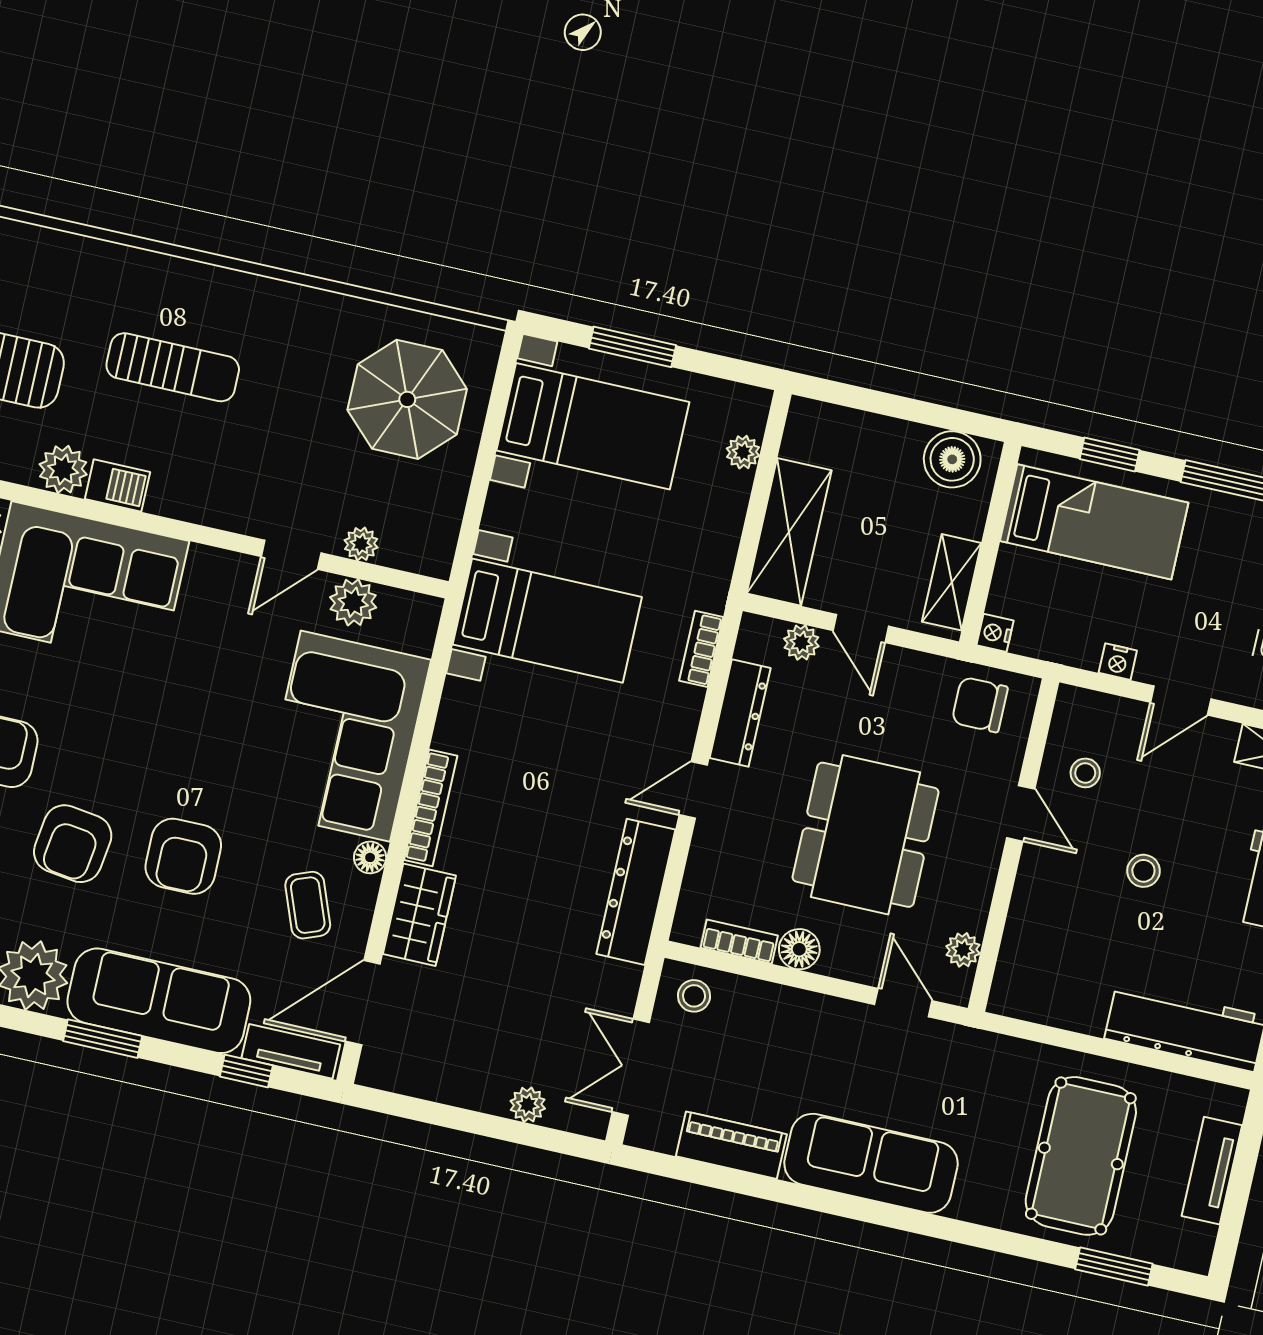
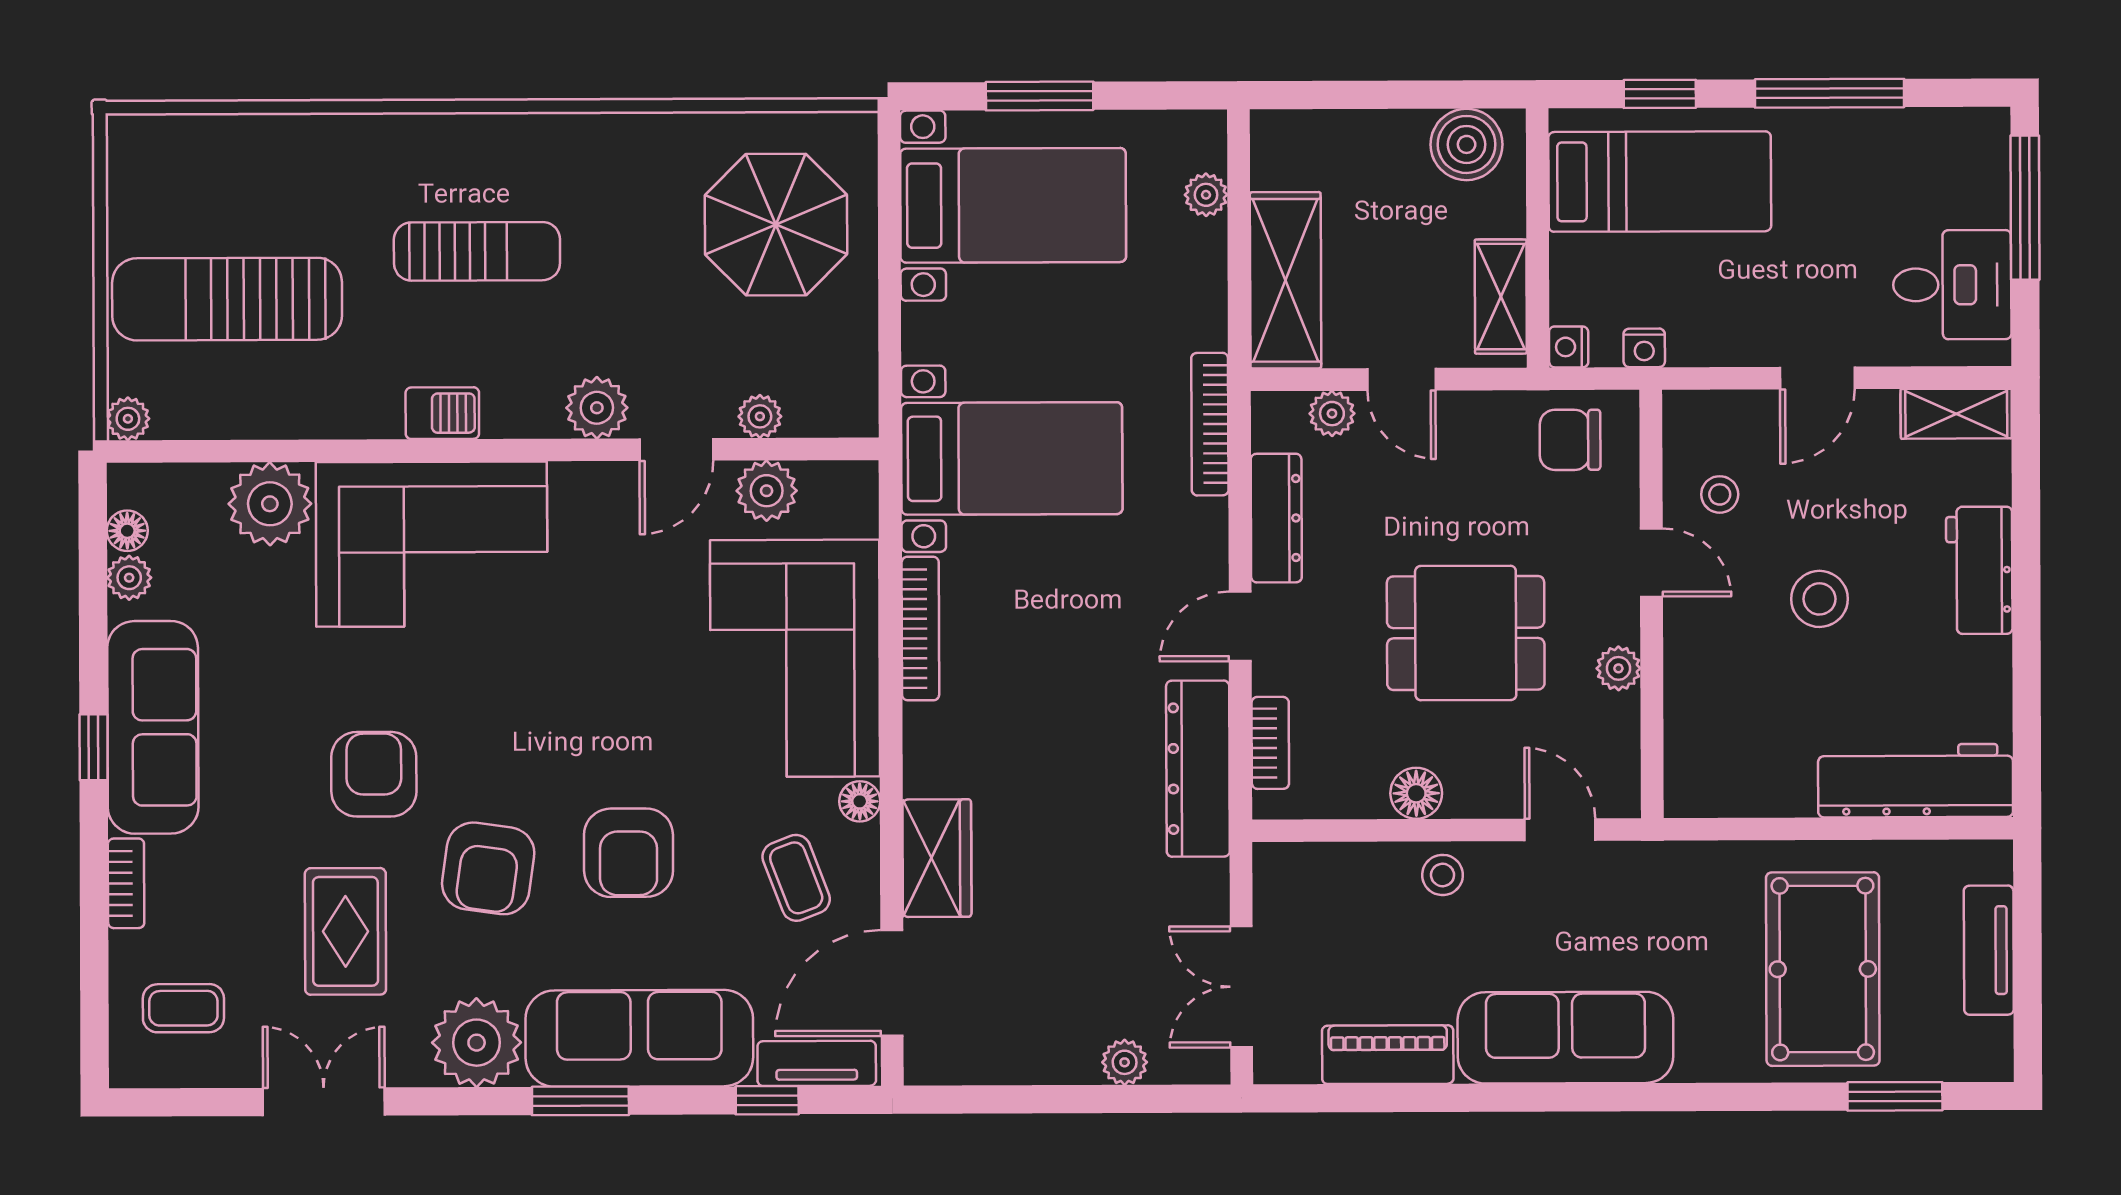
plant: (63, 469) -> (597, 408), moved
bookcase: (701, 649) -> (1210, 424), width x1.56
nightstand: (1118, 662) -> (1644, 348), moved
bookcase: (431, 808) -> (920, 629), moved
dining table: (866, 835) -> (1466, 633), width x0.73
stool: (1143, 871) -> (1819, 599), width x1.37, depth x1.37
bookcase: (739, 942) -> (1270, 743), moved, turned 90
plant: (963, 950) -> (1618, 668), moved
stool: (694, 996) -> (1443, 875), moved

